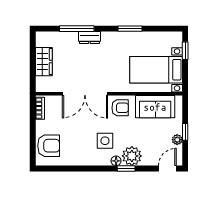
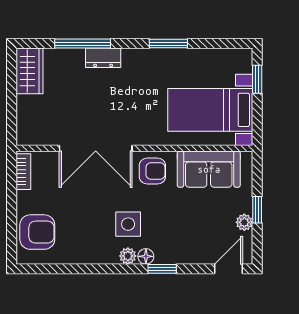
wardrobe: (44, 62) -> (29, 71), moved
plant: (132, 156) -> (128, 256), moved, width x0.53, depth x0.53

